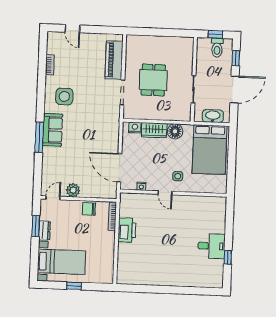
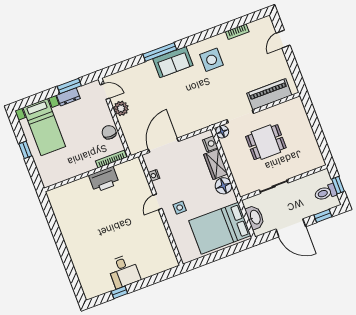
floor lamp: (129, 113) -> (222, 132), added

